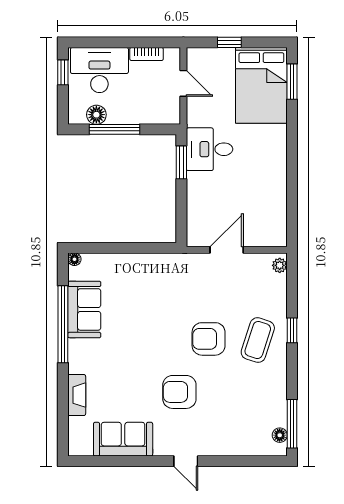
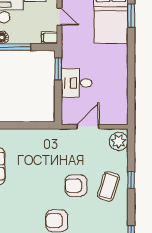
filing cabinet: (168, 115) -> (49, 38), added
desk: (209, 149) -> (77, 83), moved
plant: (280, 265) -> (119, 141), width x1.88, depth x1.88

